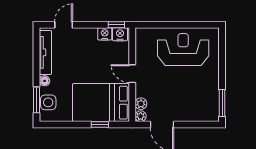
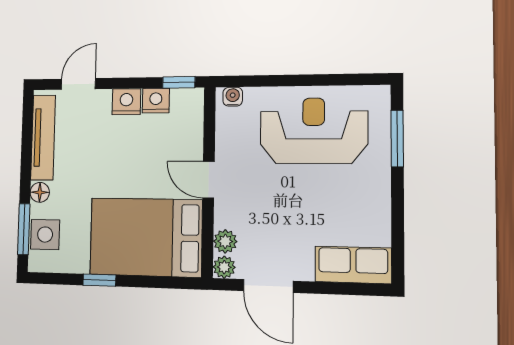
water cooler: (144, 32) -> (233, 97), added
nightstand: (120, 34) -> (126, 102), moved
window: (222, 103) -> (397, 138), moved
row of seats: (202, 113) -> (353, 265), added
window: (100, 125) -> (99, 280), moved

